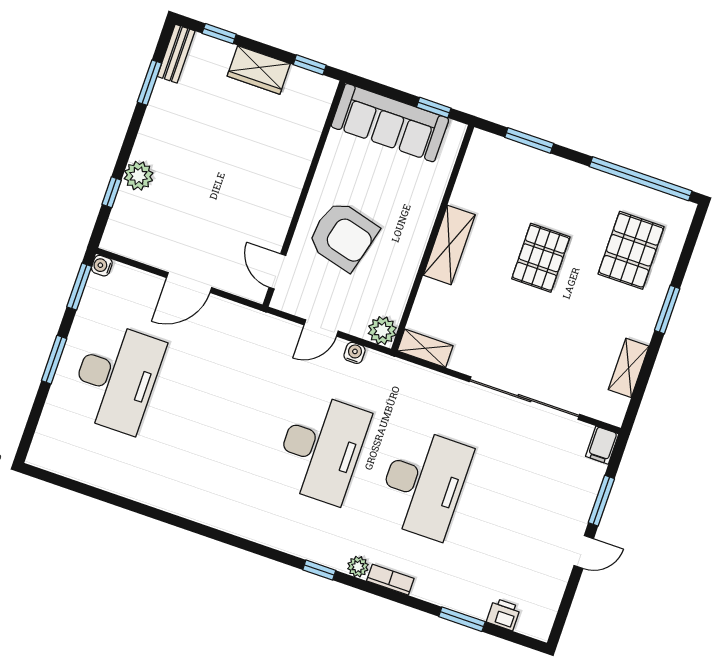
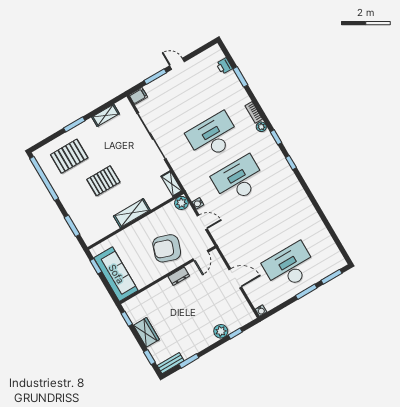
dresser: (284, 207) -> (179, 276), added
armchair: (343, 236) -> (167, 248), turned -86
window: (79, 287) -> (332, 277), moved
window: (259, 549) -> (291, 163), added

